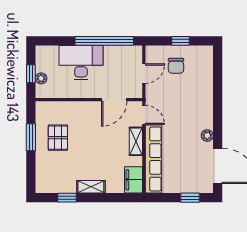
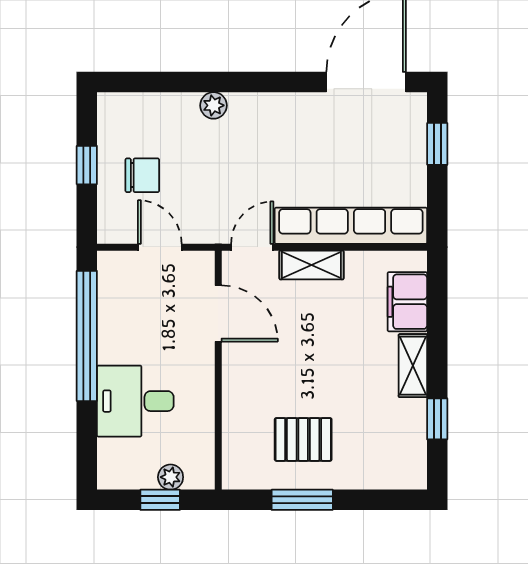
desk: (81, 63) -> (135, 401), width x0.73
plant: (207, 136) -> (213, 105), moved
filing cabinet: (134, 180) -> (407, 302), moved, turned 90

